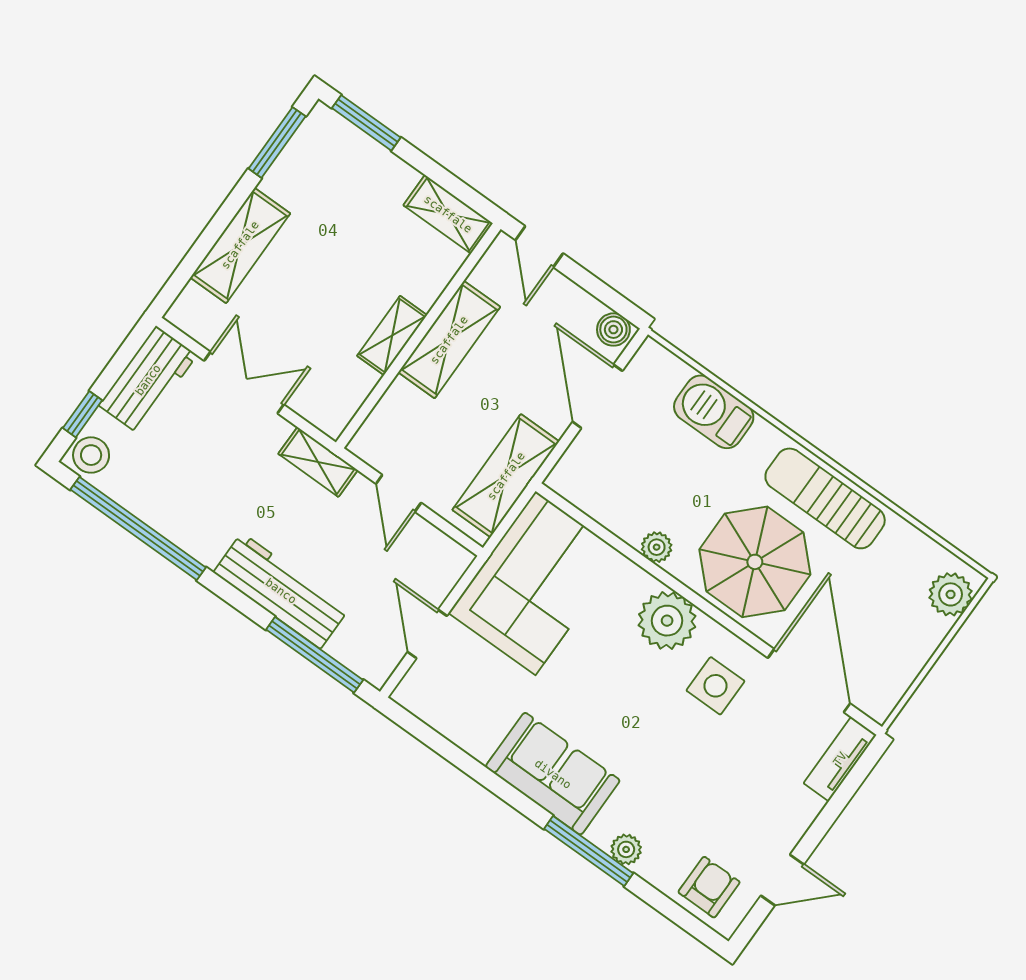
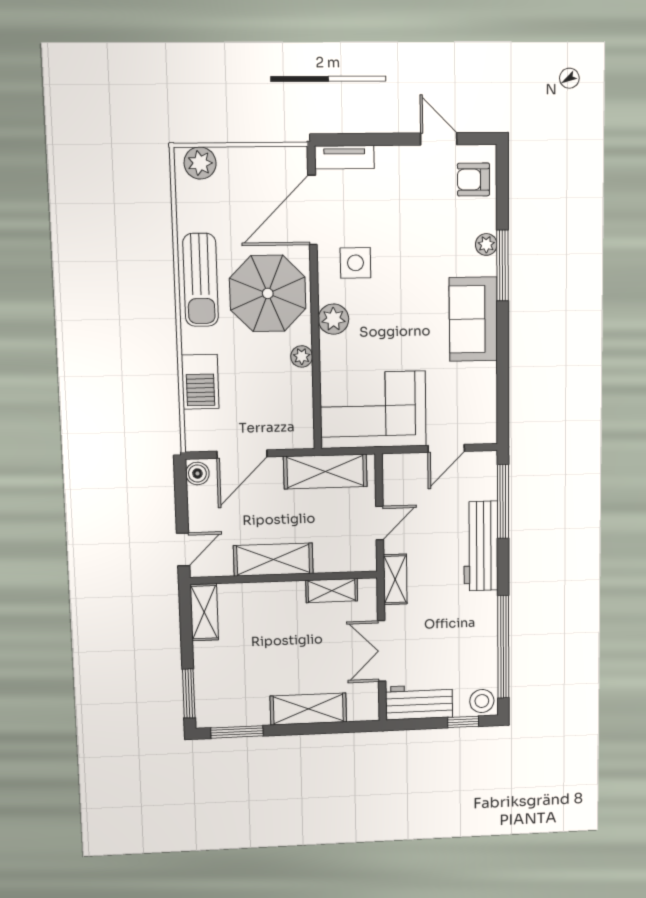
shelving: (392, 336) -> (332, 591), moved
plant: (667, 621) -> (333, 319), width x0.73, depth x0.73

